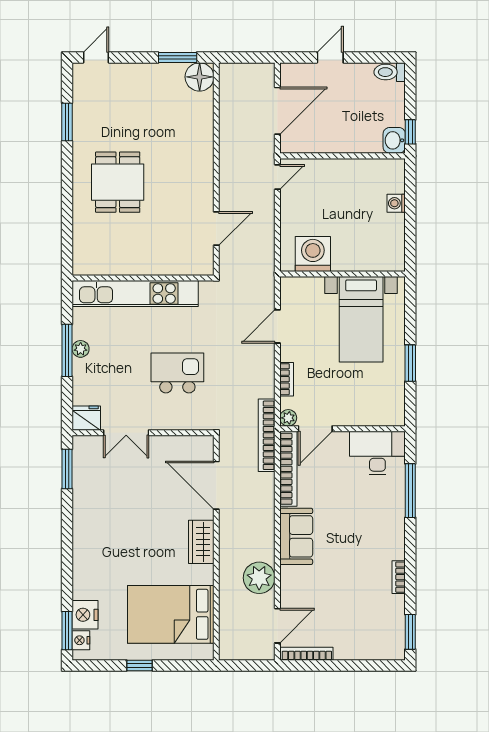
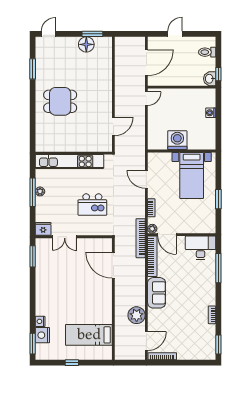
toilet: (390, 72) -> (207, 52), moved
floor lamp: (200, 77) -> (86, 44), moved
dining table: (118, 182) -> (60, 101), turned 90
washing machine: (313, 254) -> (177, 140), moved
door: (277, 326) -> (146, 179), hinge flipped
kitchen island: (177, 373) -> (92, 205), turned 180
door: (315, 429) -> (167, 235), hinge flipped
wardrobe: (201, 542) -> (105, 296), removed
bed: (171, 614) -> (89, 335), width x0.67
nightstand: (81, 640) -> (40, 321), moved

